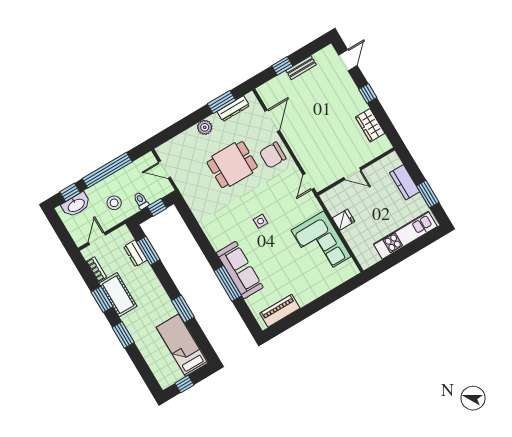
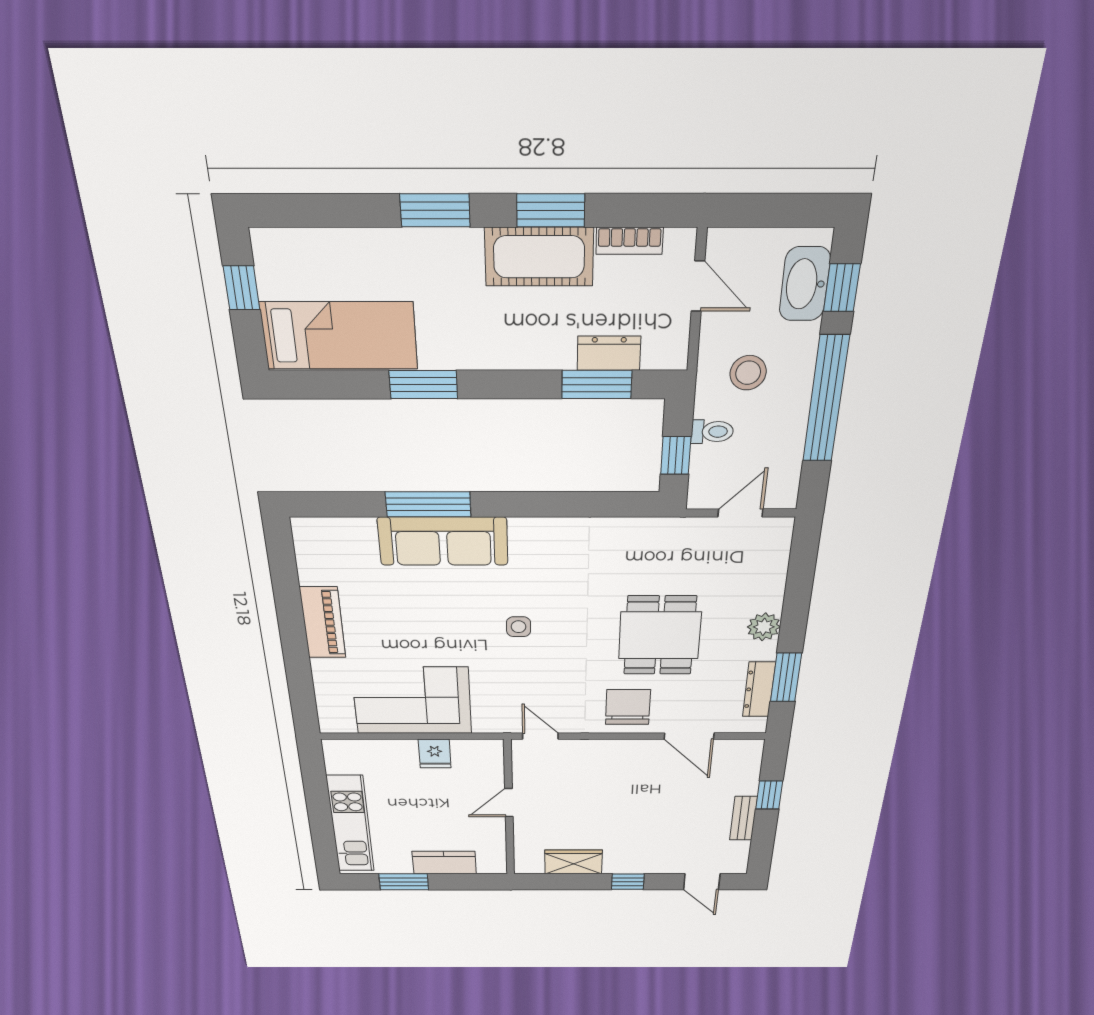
piano: (280, 311) -> (323, 623), moved

